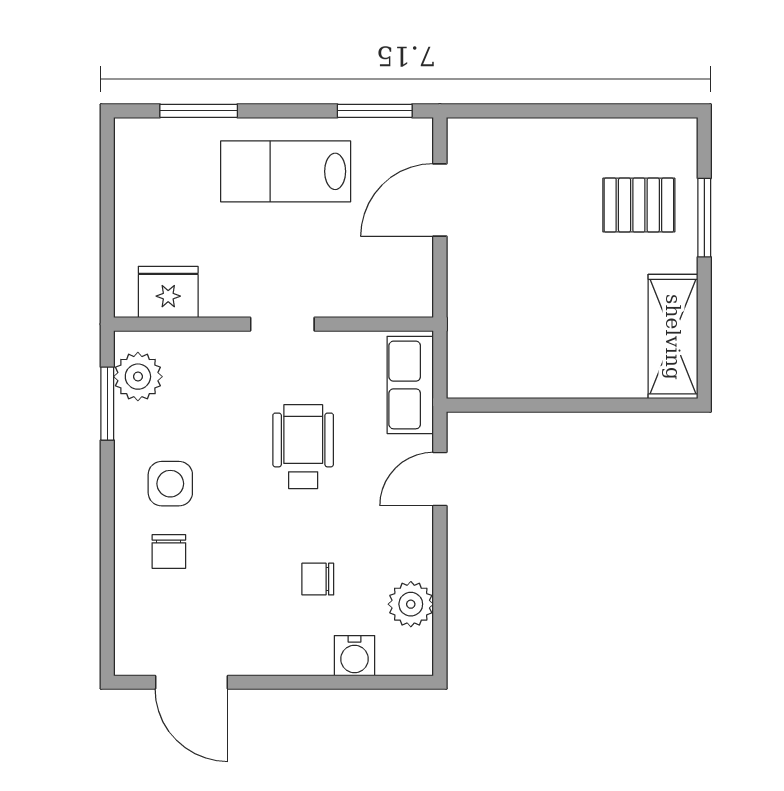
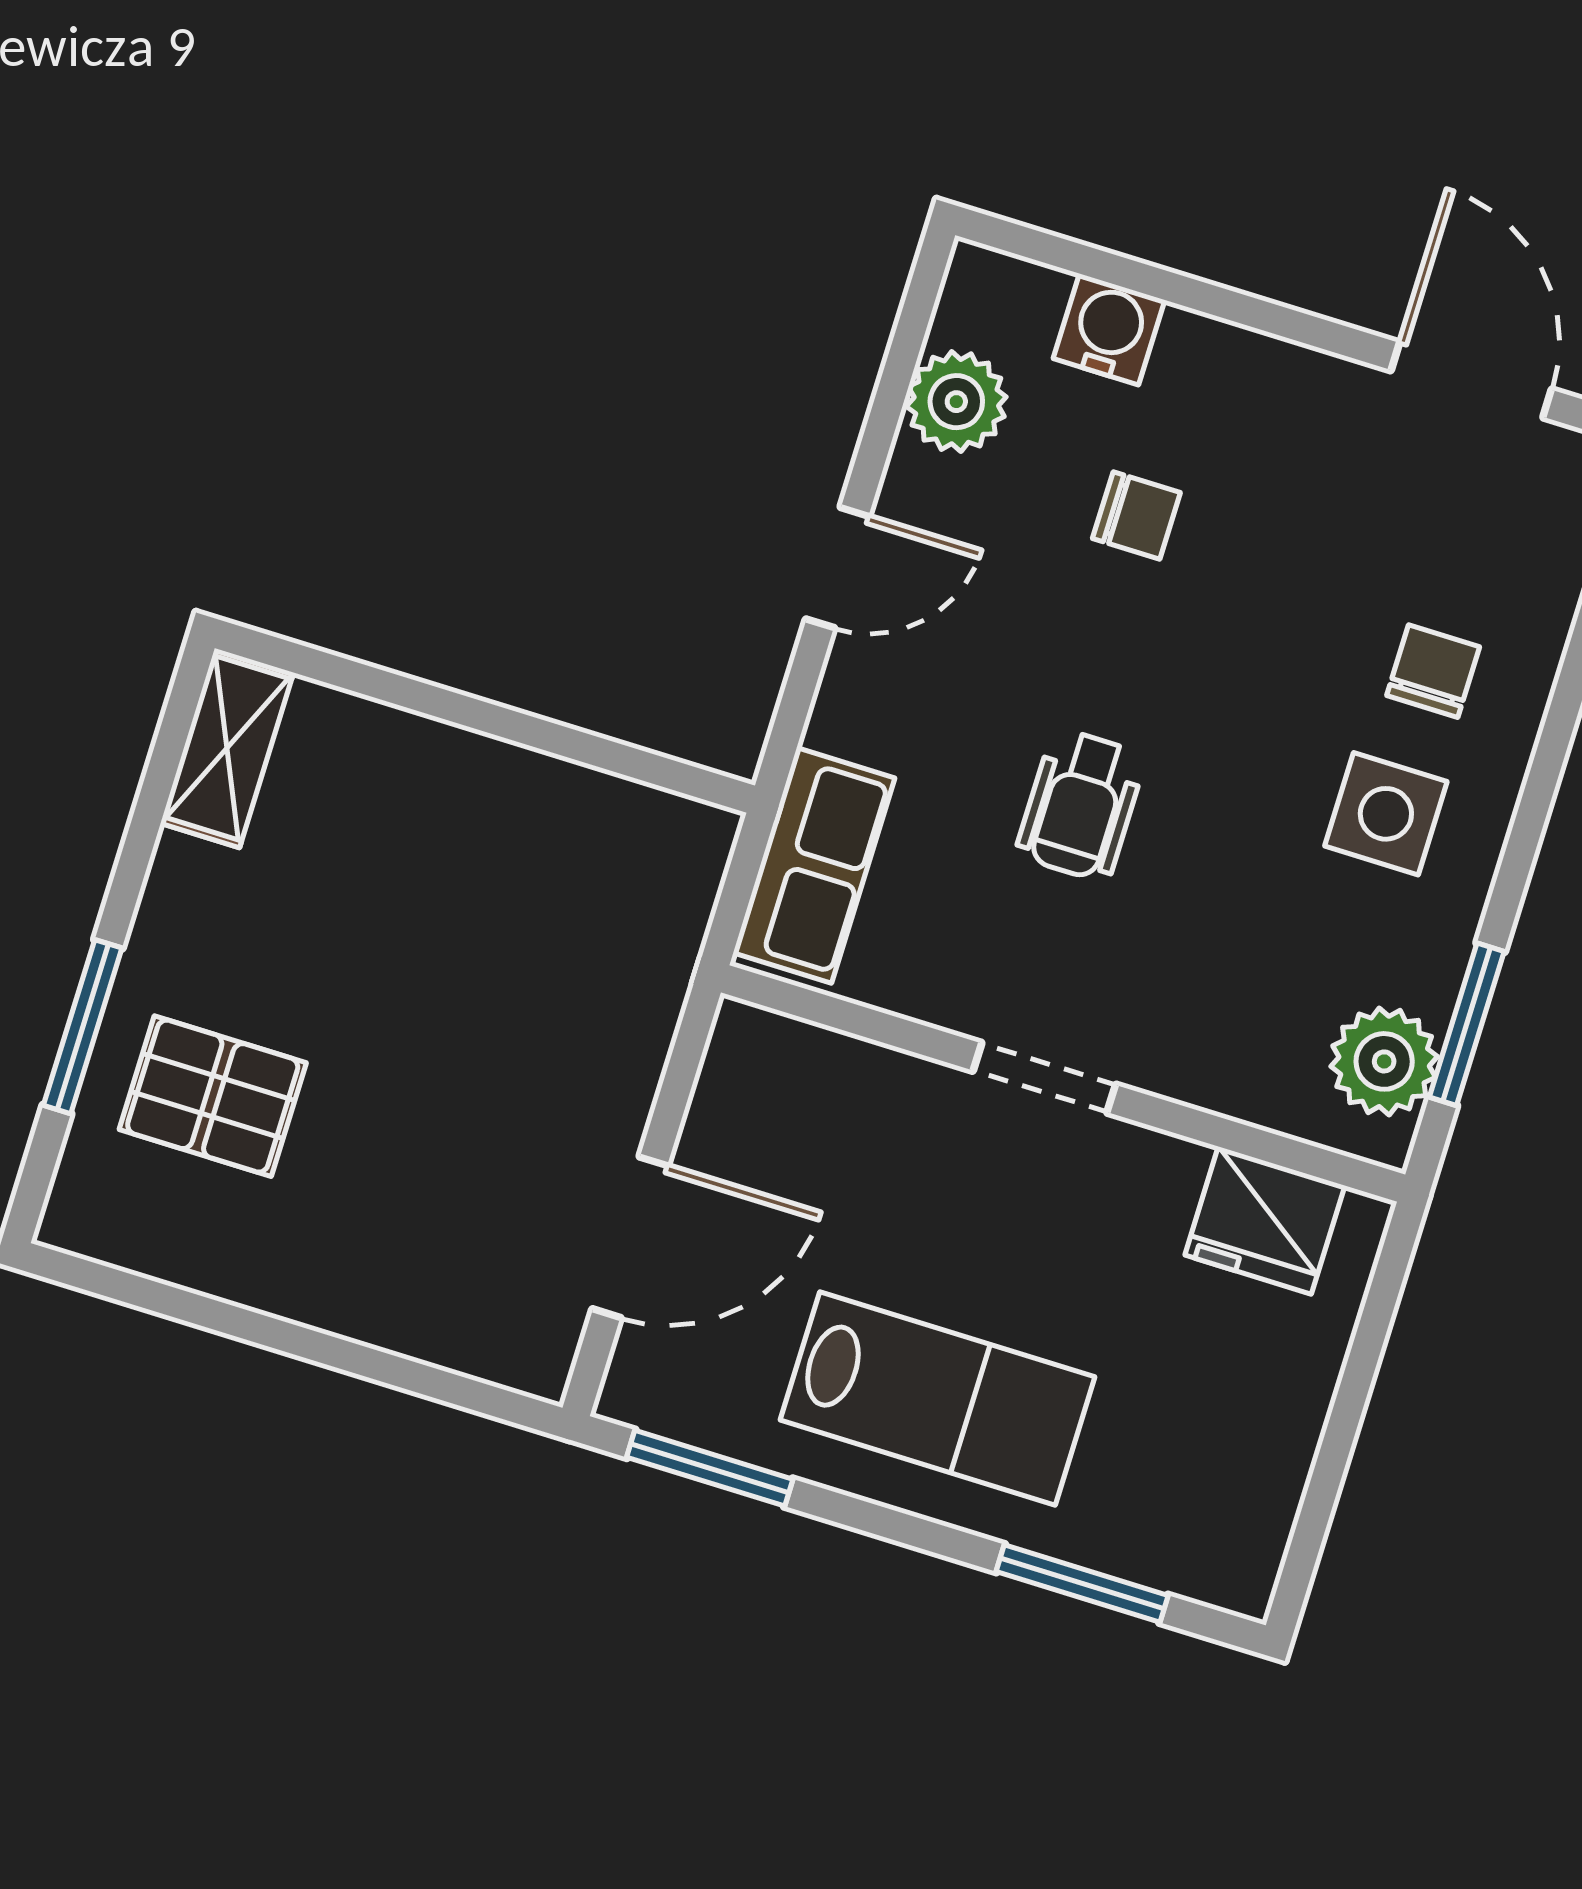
shelving: (673, 337) -> (227, 748), width x0.67, depth x0.75
wheelchair: (303, 447) -> (1081, 805), width x0.73, depth x0.73
door: (440, 479) -> (837, 568), moved

